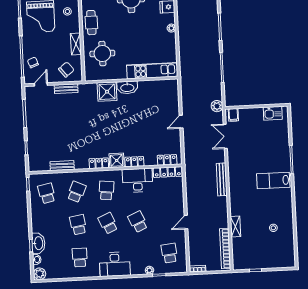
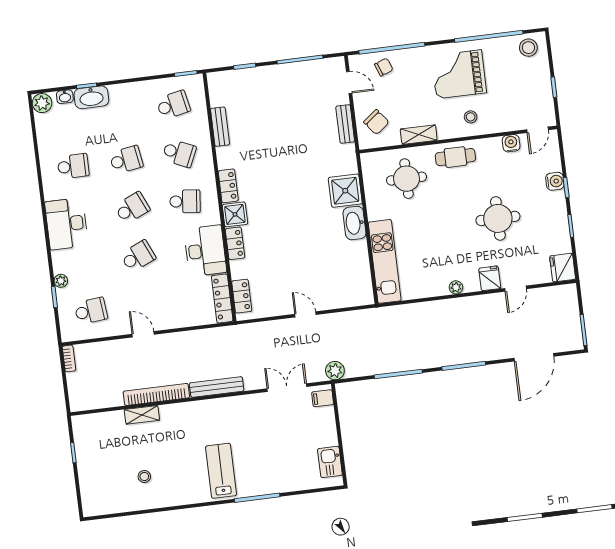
bookcase: (225, 249) -> (156, 394), moved

